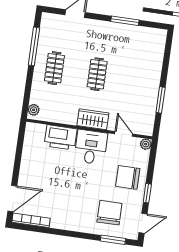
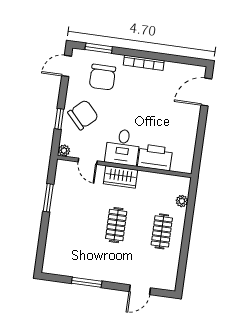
window: (34, 46) -> (184, 254), removed
plant: (34, 110) -> (182, 201), moved
chair: (128, 177) -> (83, 115), turned -43
window: (147, 193) -> (59, 119), moved
bookcase: (31, 220) -> (144, 63), moved

